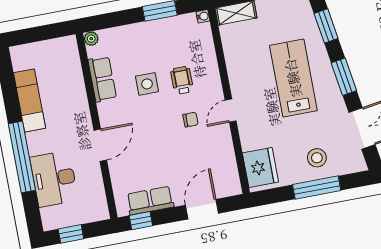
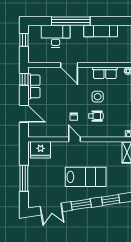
stool: (317, 158) -> (40, 181), removed

